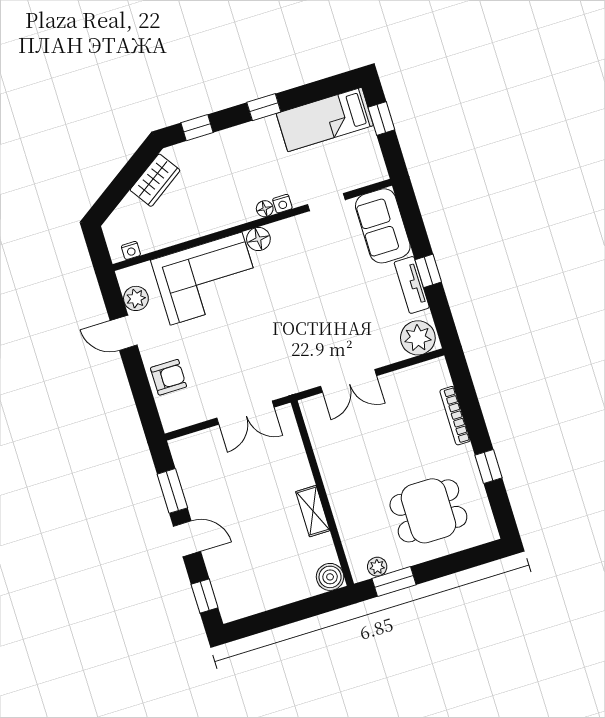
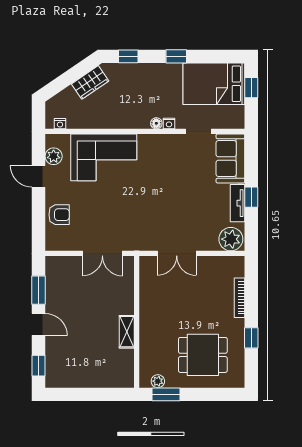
bed: (325, 119) -> (214, 84), width x1.50
floor lamp: (258, 239) -> (146, 142), removed
boiler: (330, 577) -> (125, 378), removed

